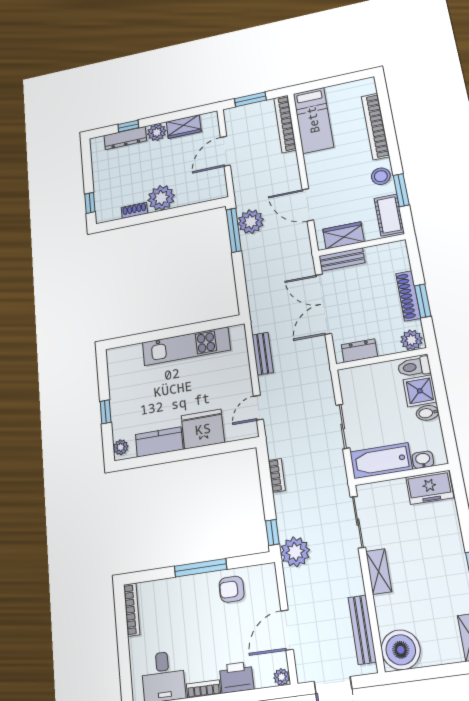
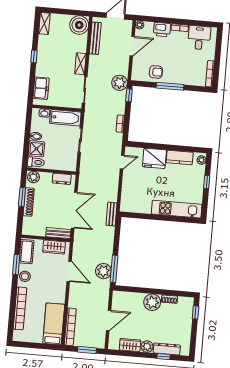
kitchen unit: (186, 346) -> (177, 209), moved
bench: (263, 354) -> (112, 214), moved
freezer: (430, 487) -> (41, 88), moved, turned 90

